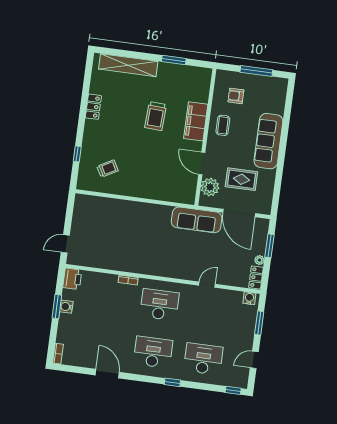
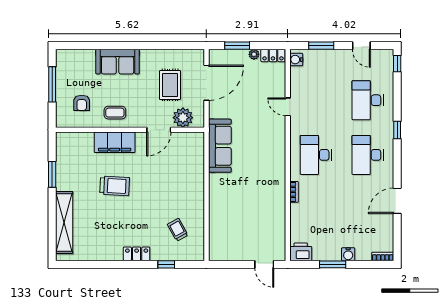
locker: (93, 107) -> (137, 254), moved
sofa: (268, 141) -> (118, 62), width x0.73
sofa: (197, 220) -> (220, 146), moved
water cooler: (66, 307) -> (348, 254), moved

